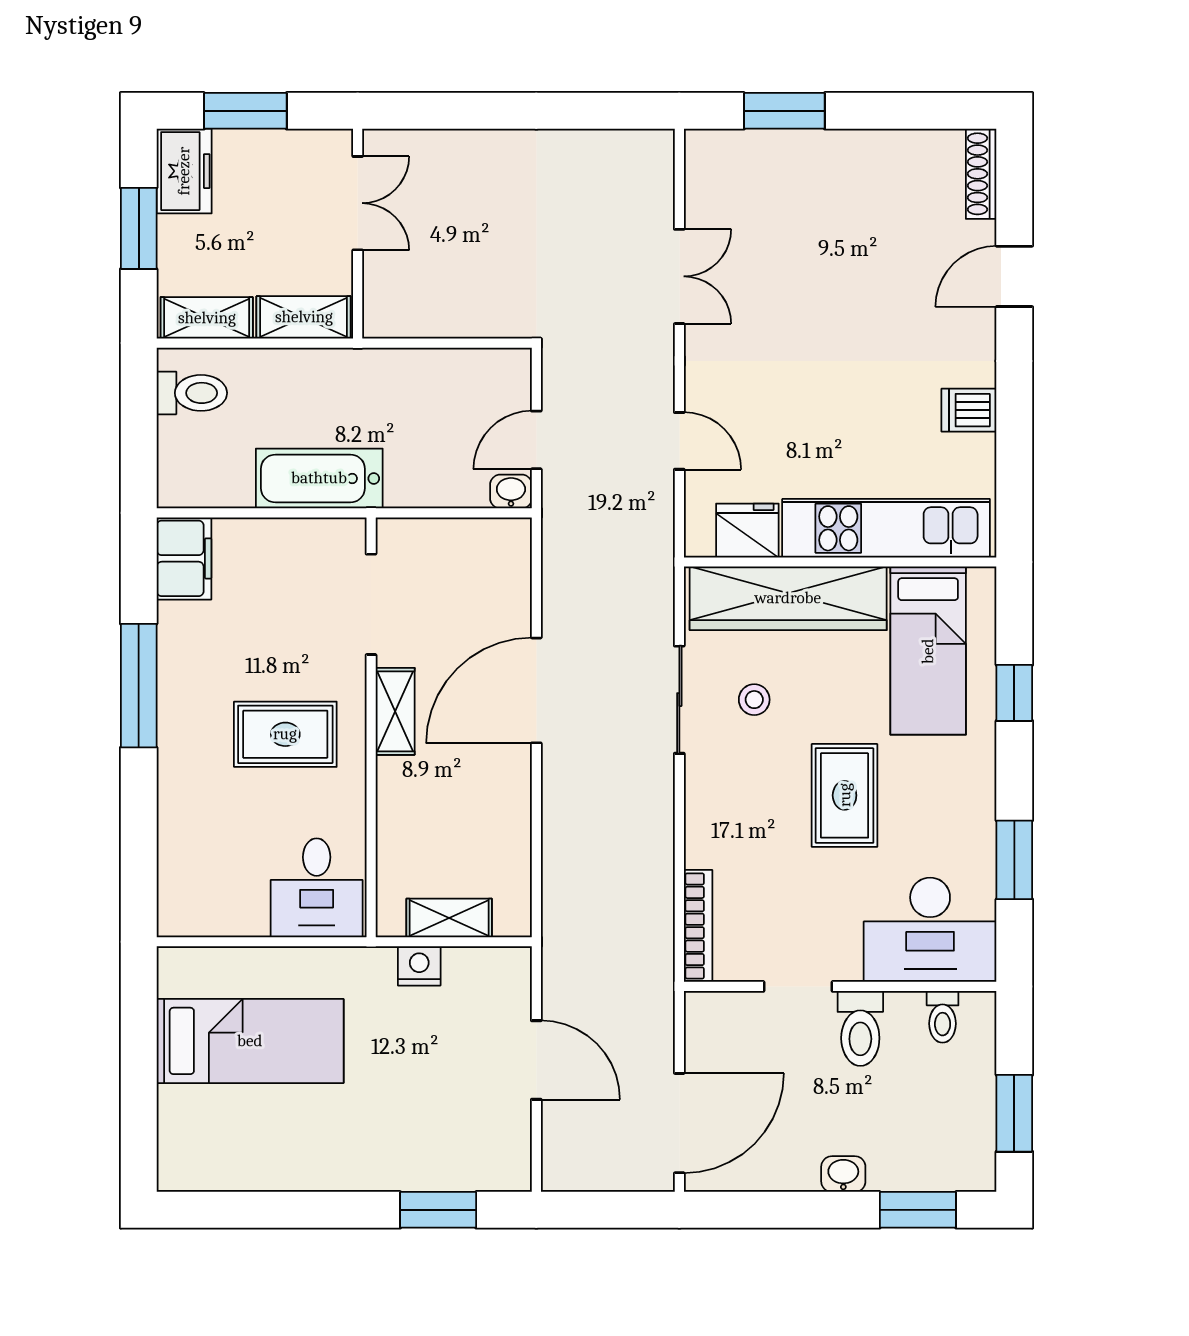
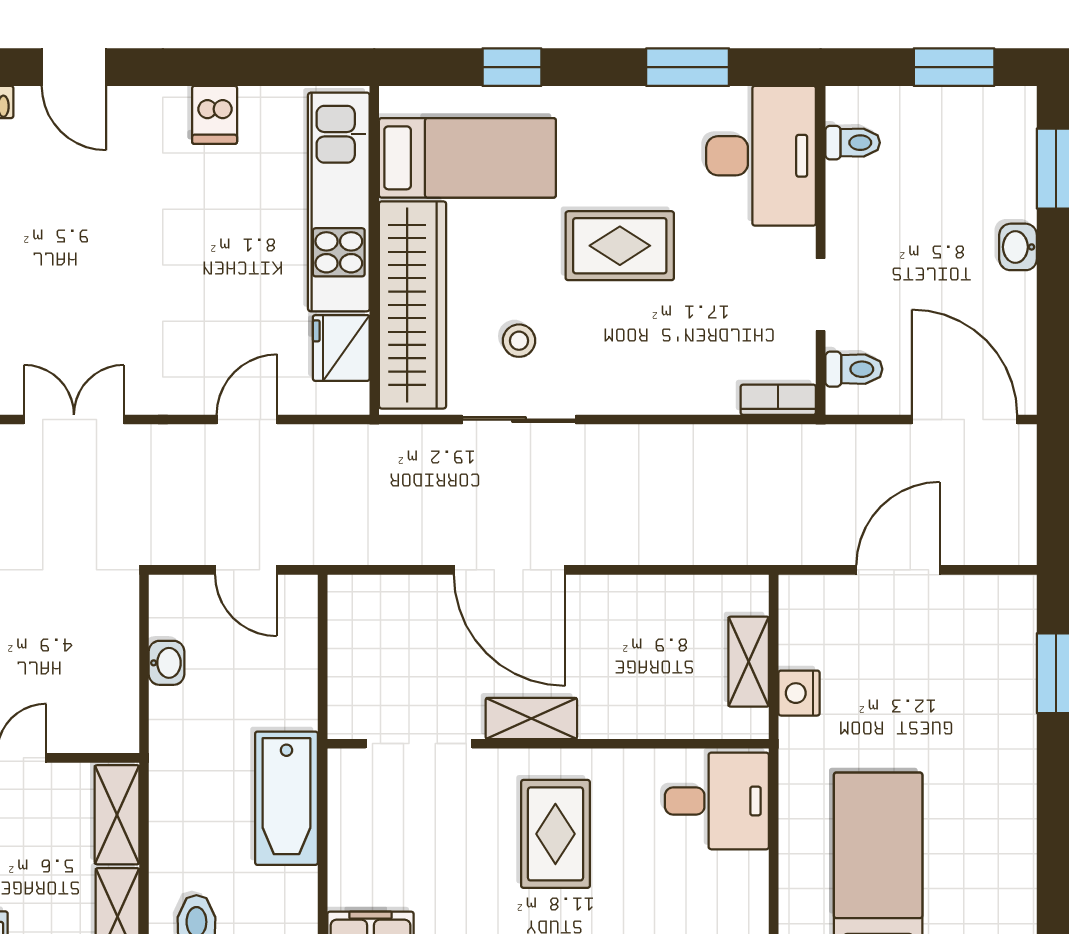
washbasin: (511, 491) -> (166, 663), moved, turned 180
bookcase: (698, 926) -> (778, 400), width x0.64
toilet: (860, 1028) -> (854, 369), moved, width x0.73, depth x0.72

